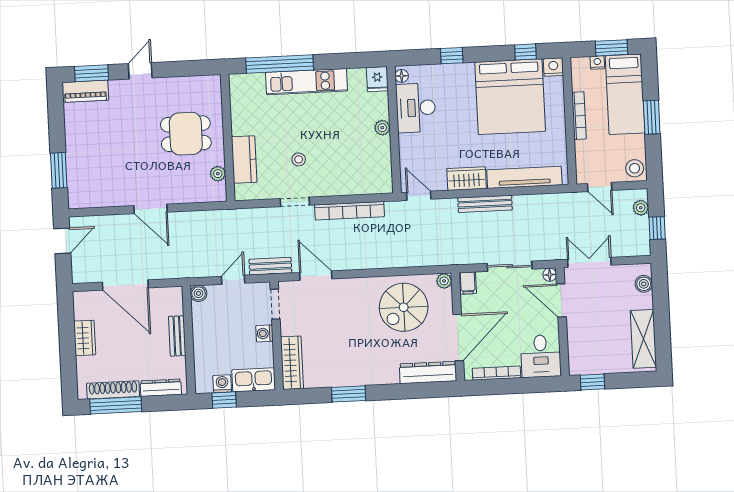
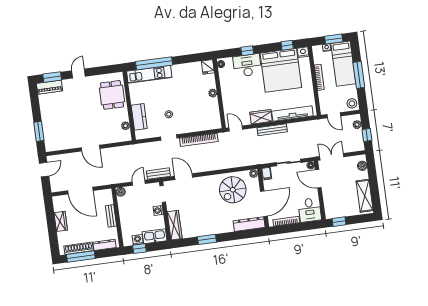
kitchen unit: (307, 82) -> (149, 74), moved
desk: (416, 108) -> (247, 65), moved, turned 90
window: (652, 117) -> (359, 75), width x1.44
dining table: (186, 134) -> (112, 95), moved, turned 90

